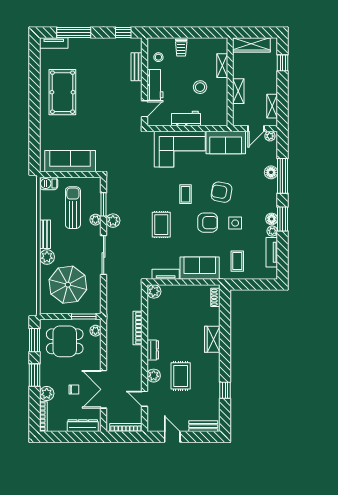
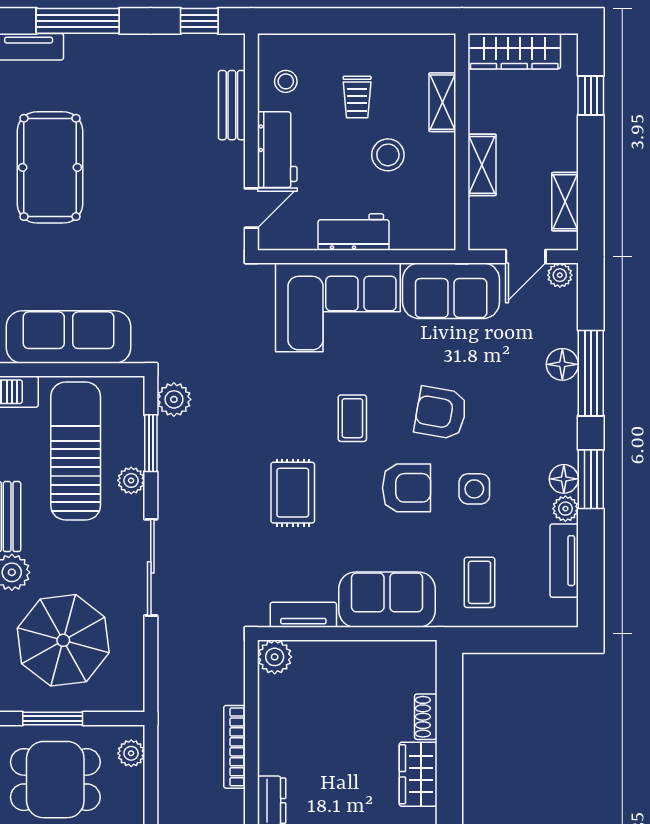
trolley: (181, 48) -> (357, 97), moved
sun lounger: (73, 208) -> (76, 451), width x1.36, depth x1.34
plant: (113, 221) -> (174, 399), moved
shoe rack: (215, 297) -> (426, 717), moved
window: (84, 316) -> (53, 719), moved

